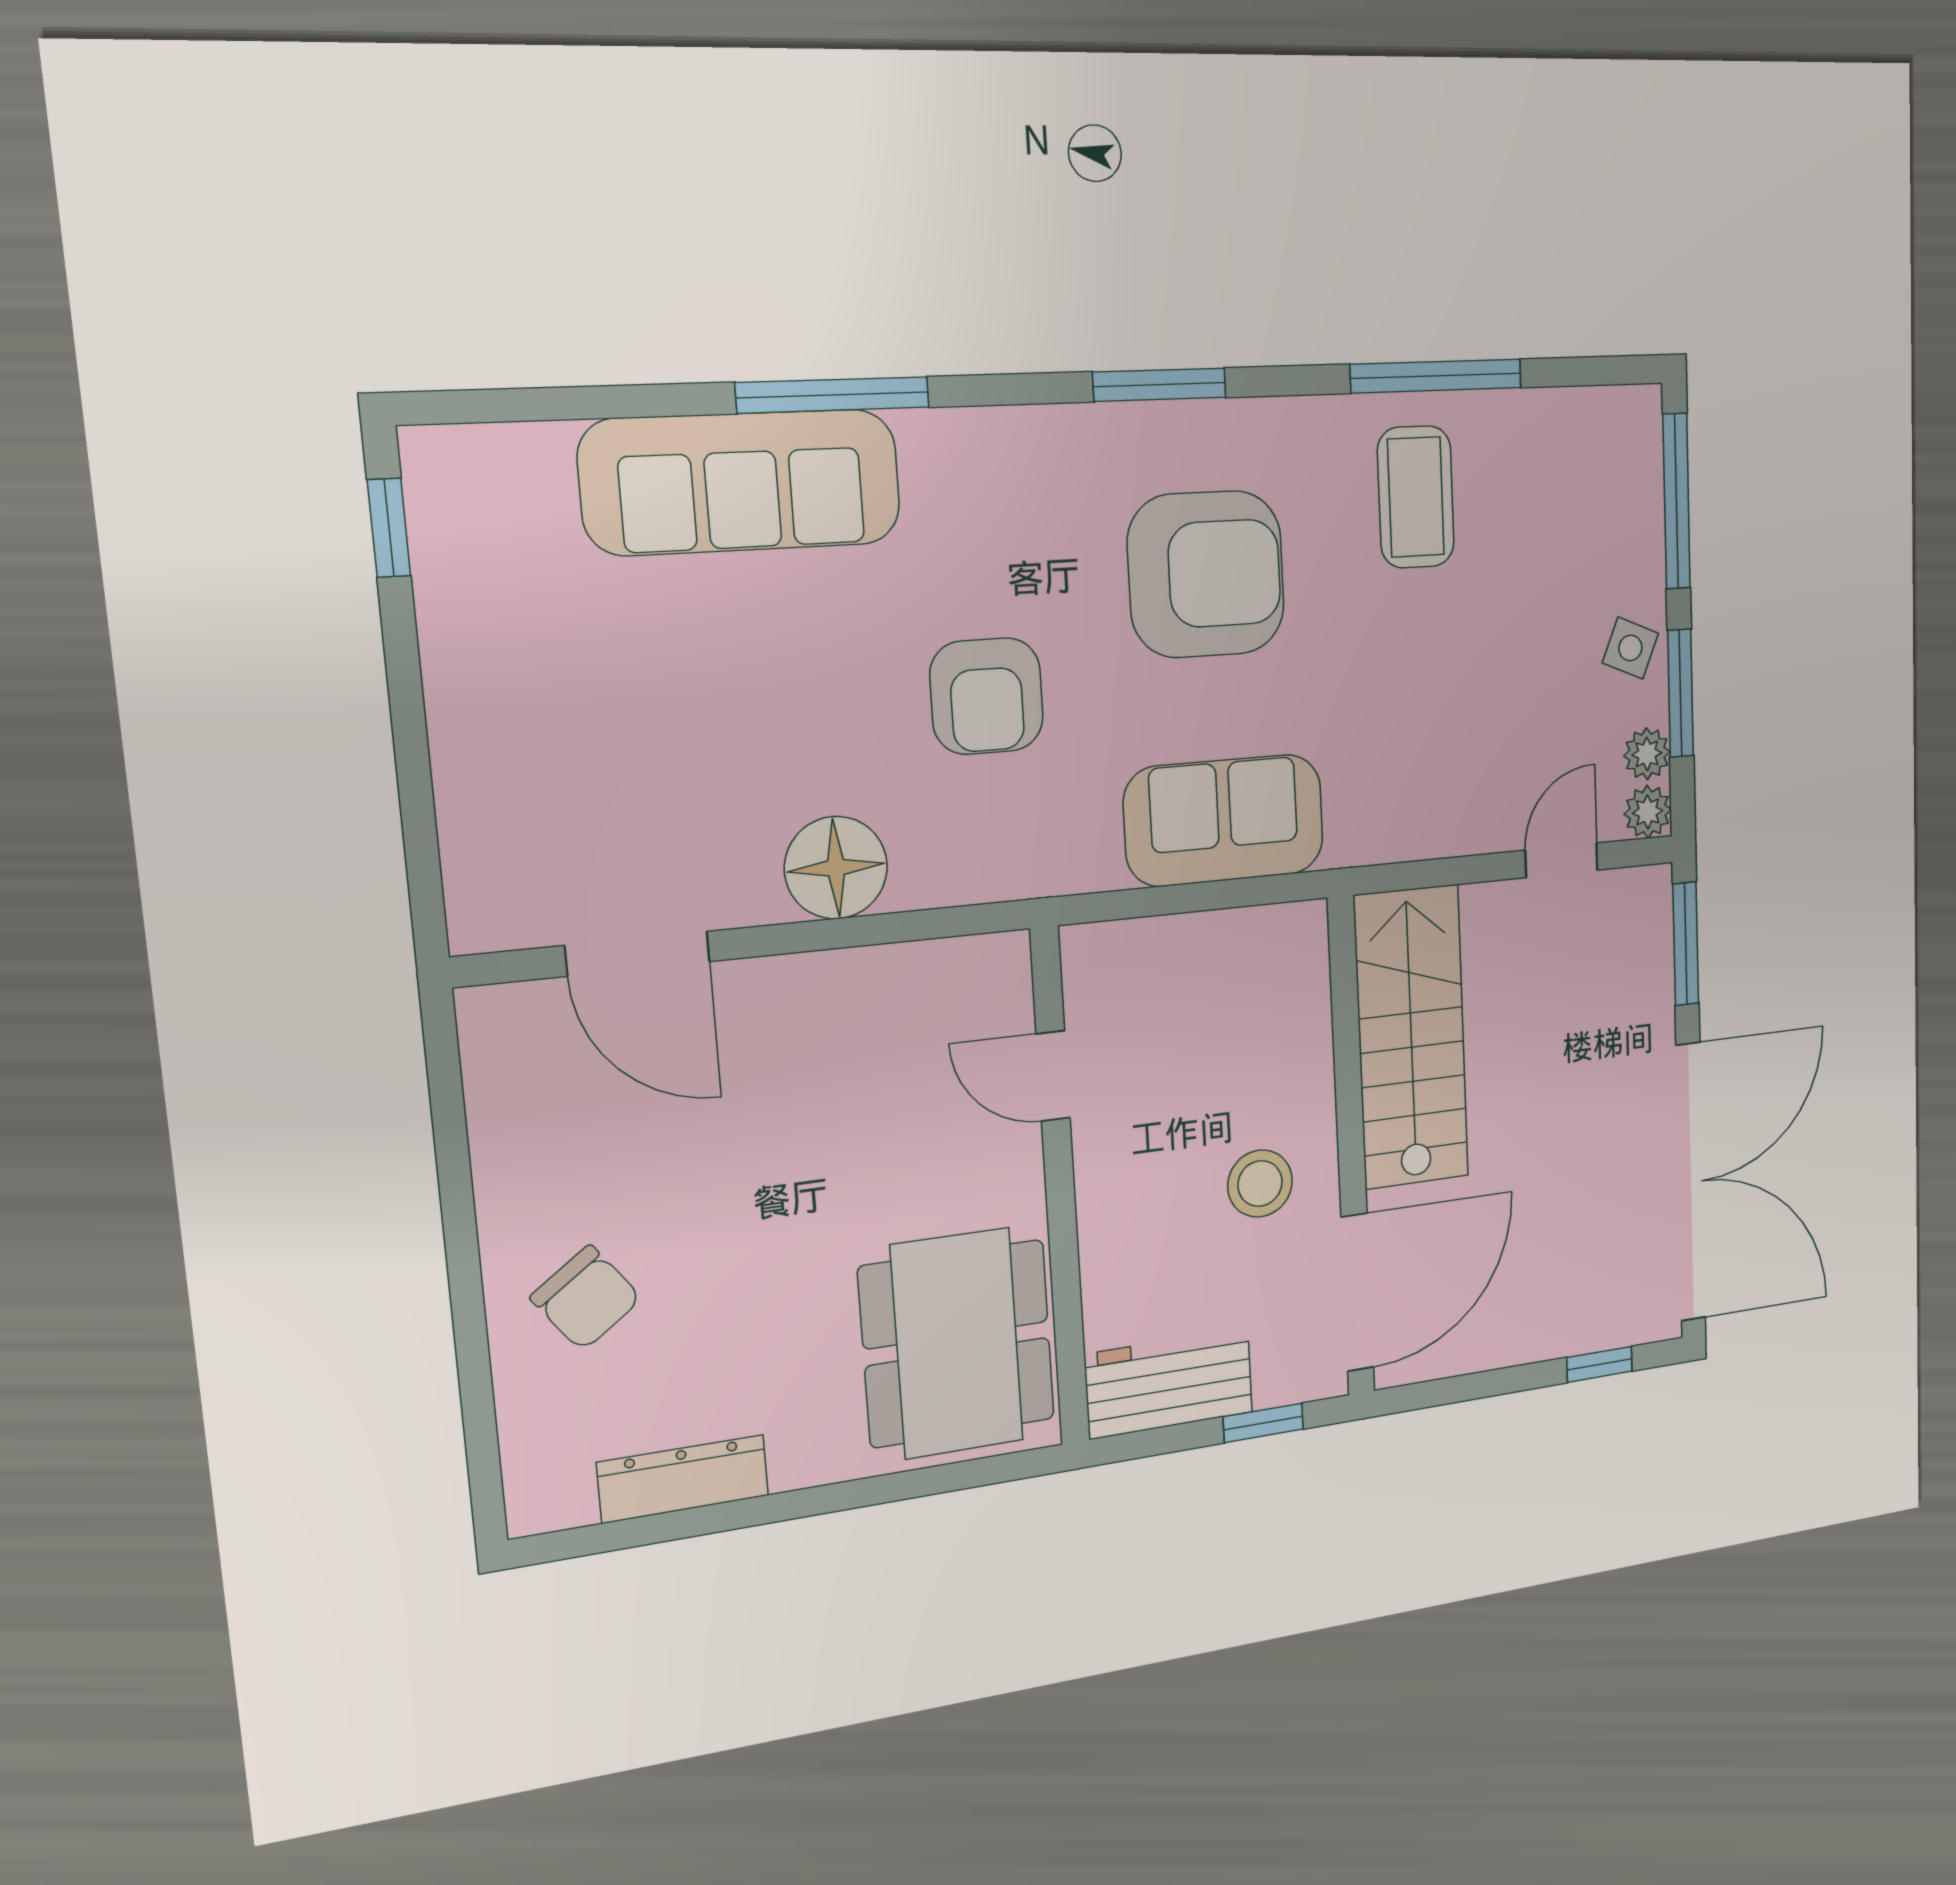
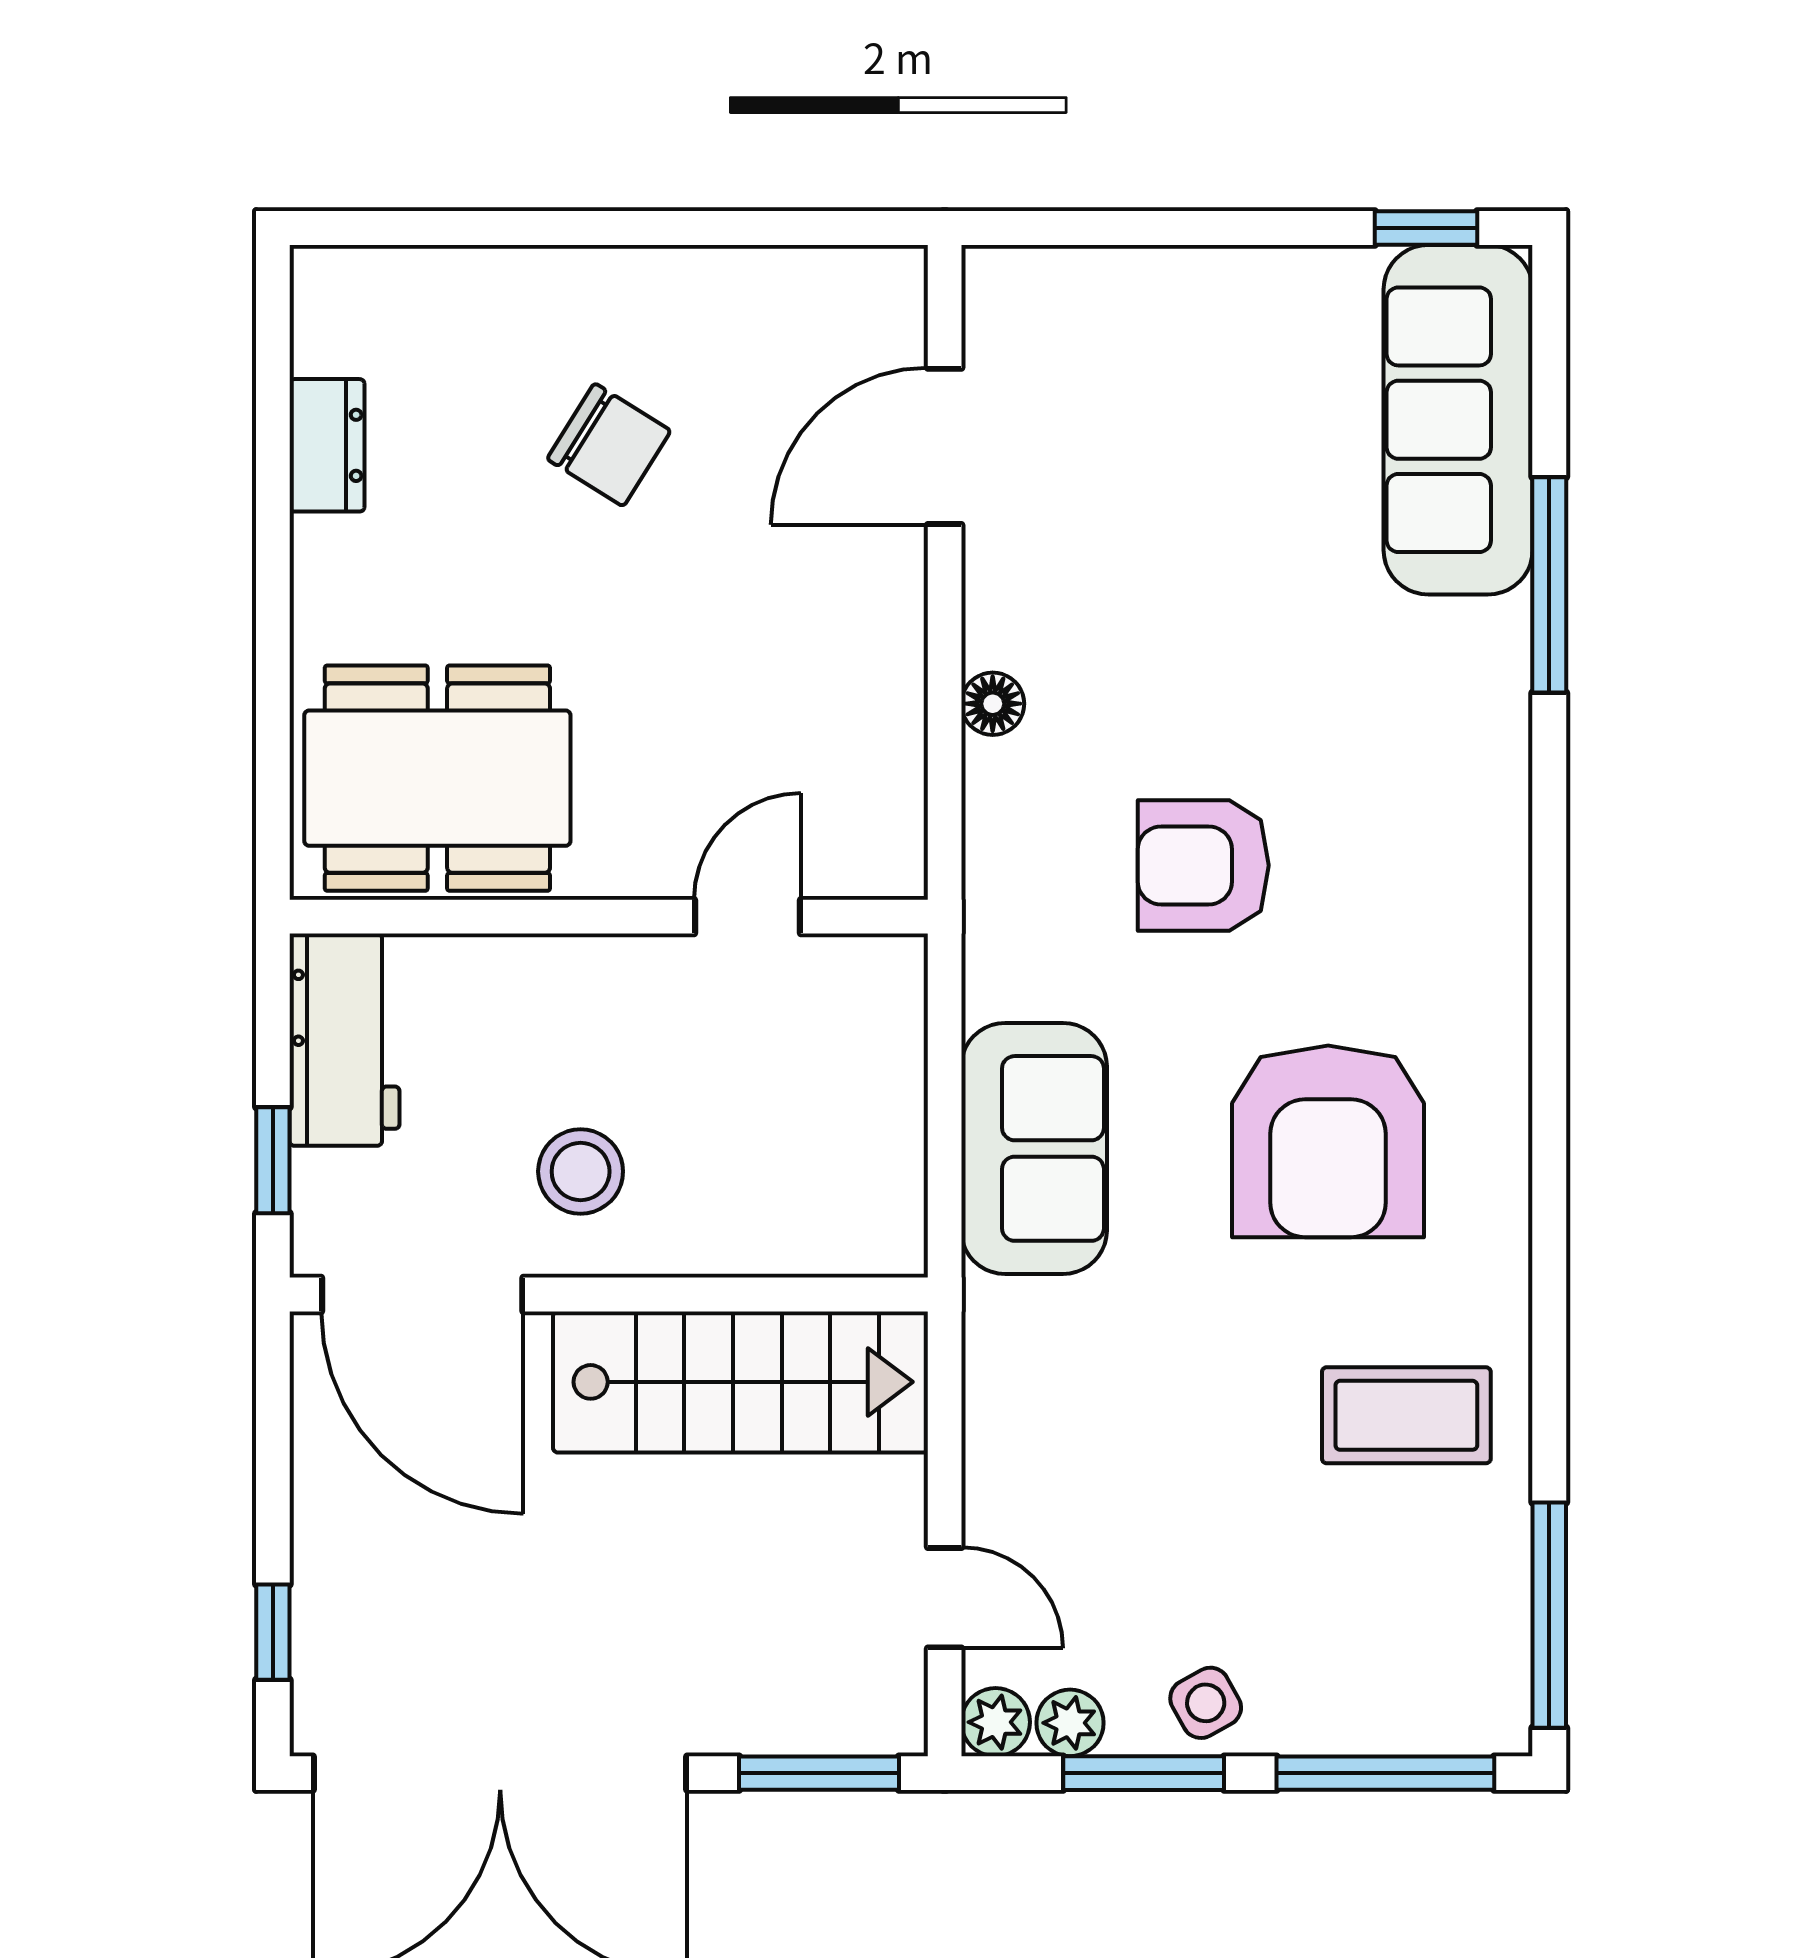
window: (1436, 376) -> (1549, 1615), moved
window: (1160, 385) -> (1549, 1096), removed
window: (833, 395) -> (1549, 585), moved
sofa: (741, 482) -> (1458, 420), moved
side table: (1630, 648) -> (1206, 1703), turned 38
floor lamp: (836, 868) -> (993, 704), width x0.53, depth x0.53
chair: (586, 1298) -> (609, 445), moved, turned -112
dresser: (683, 1479) -> (327, 445), width x0.70

